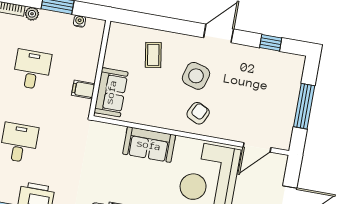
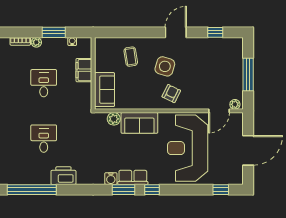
filing cabinet: (83, 89) -> (84, 70), moved, width x2.00
plant: (116, 133) -> (114, 119), added
plant: (280, 143) -> (235, 104), added

